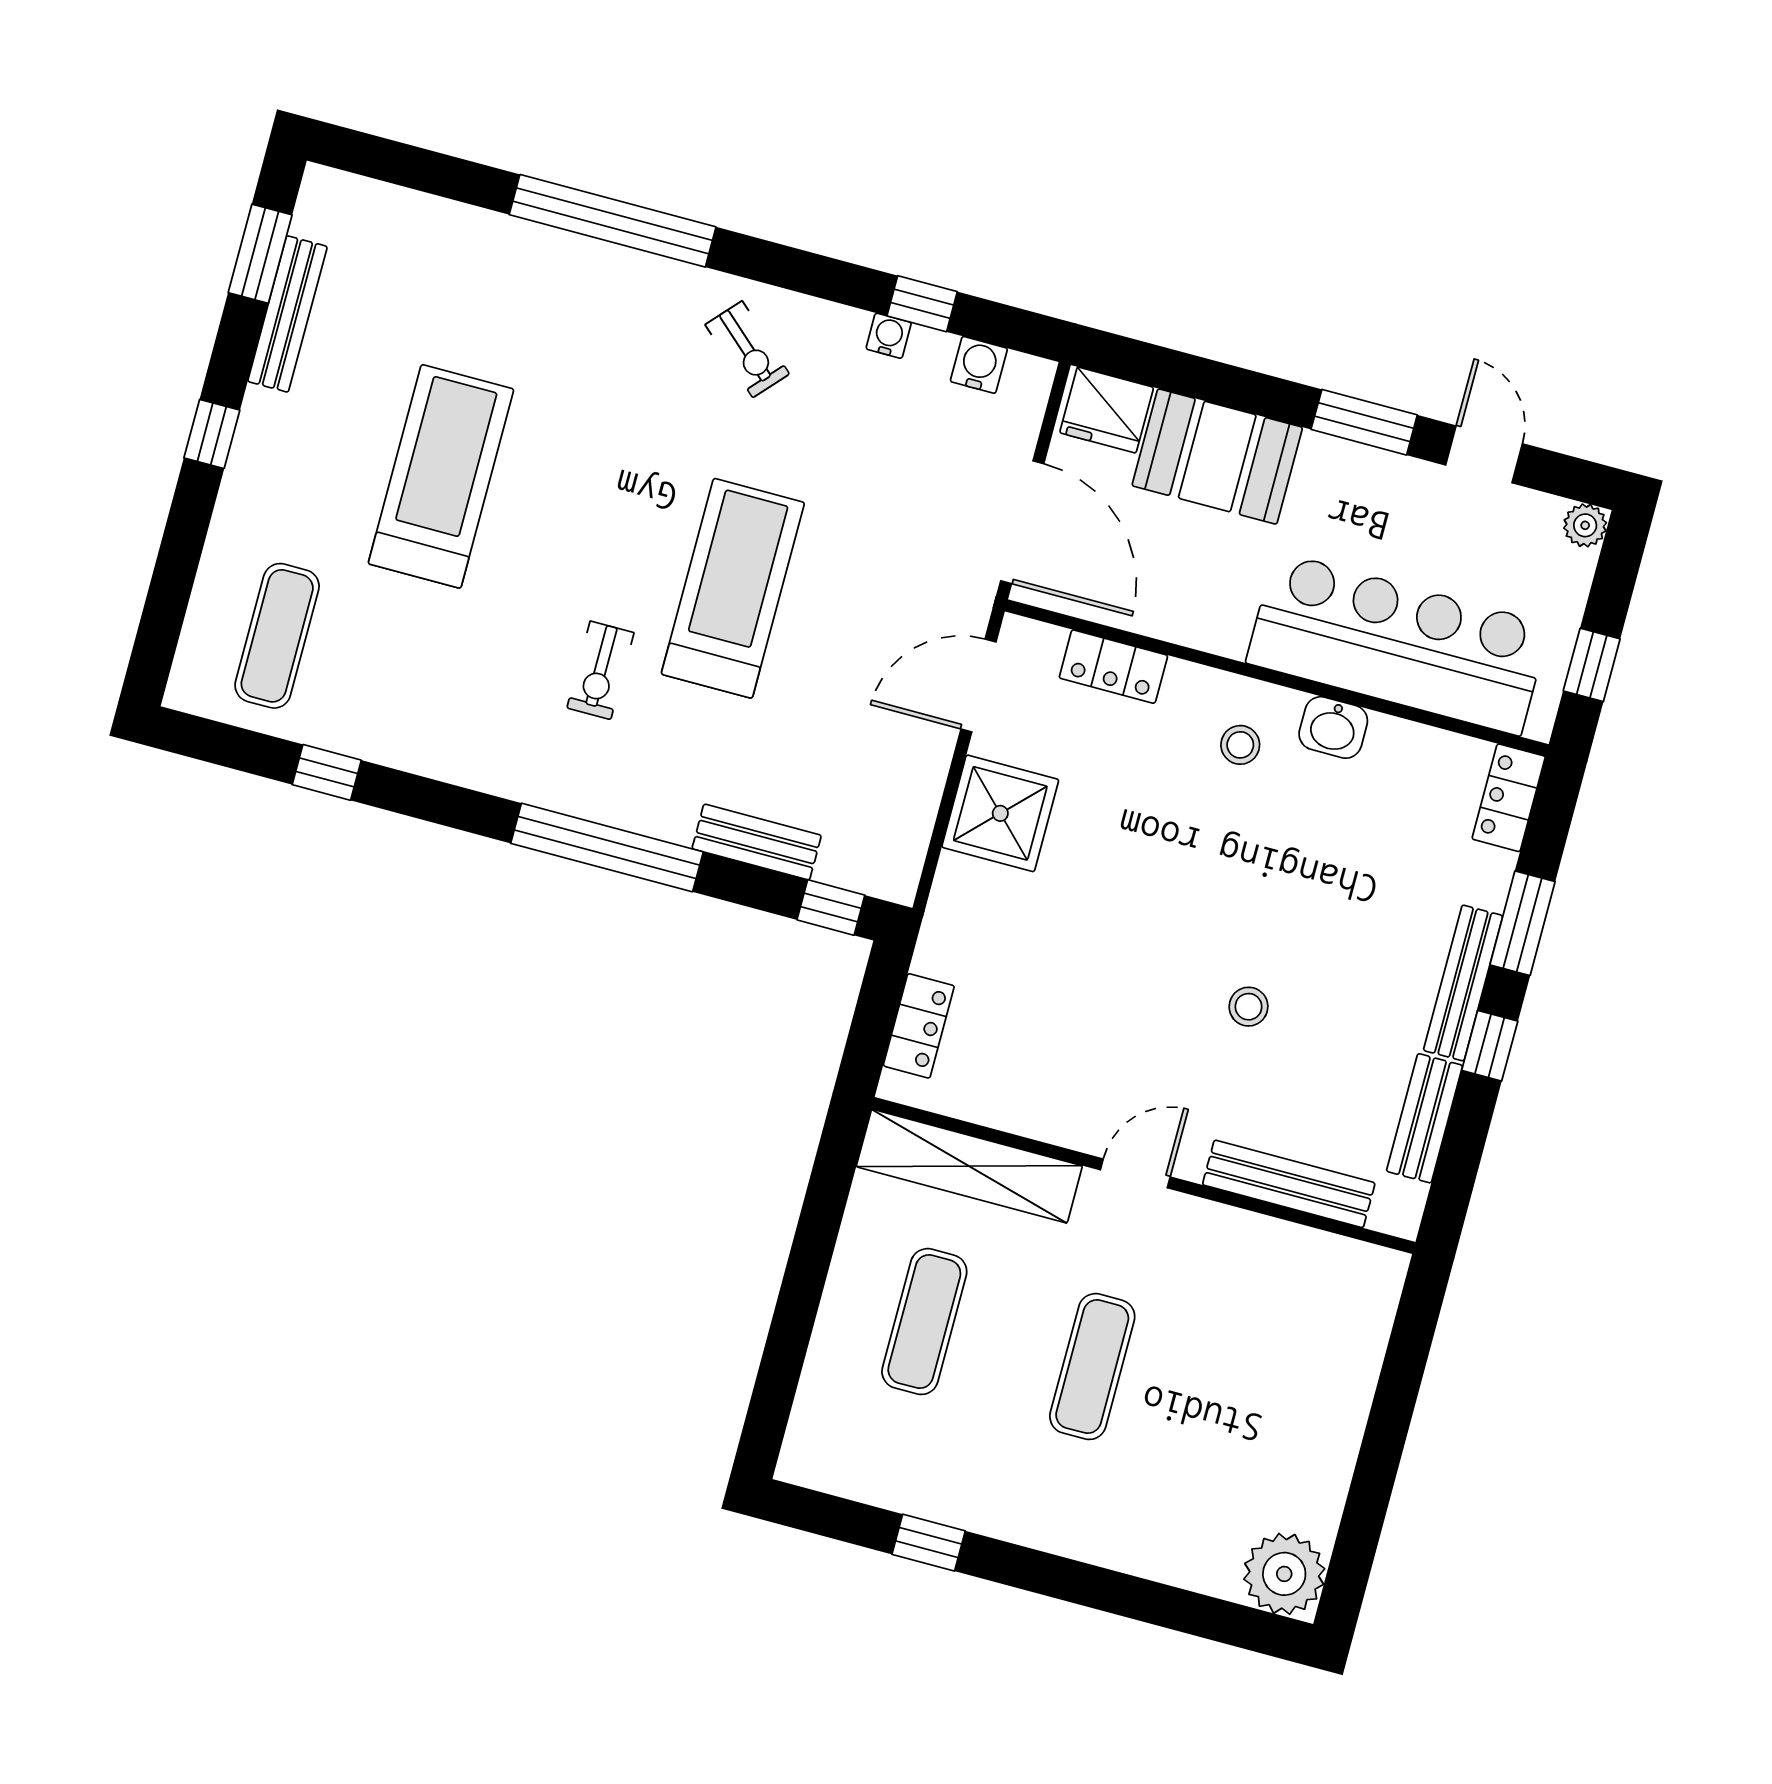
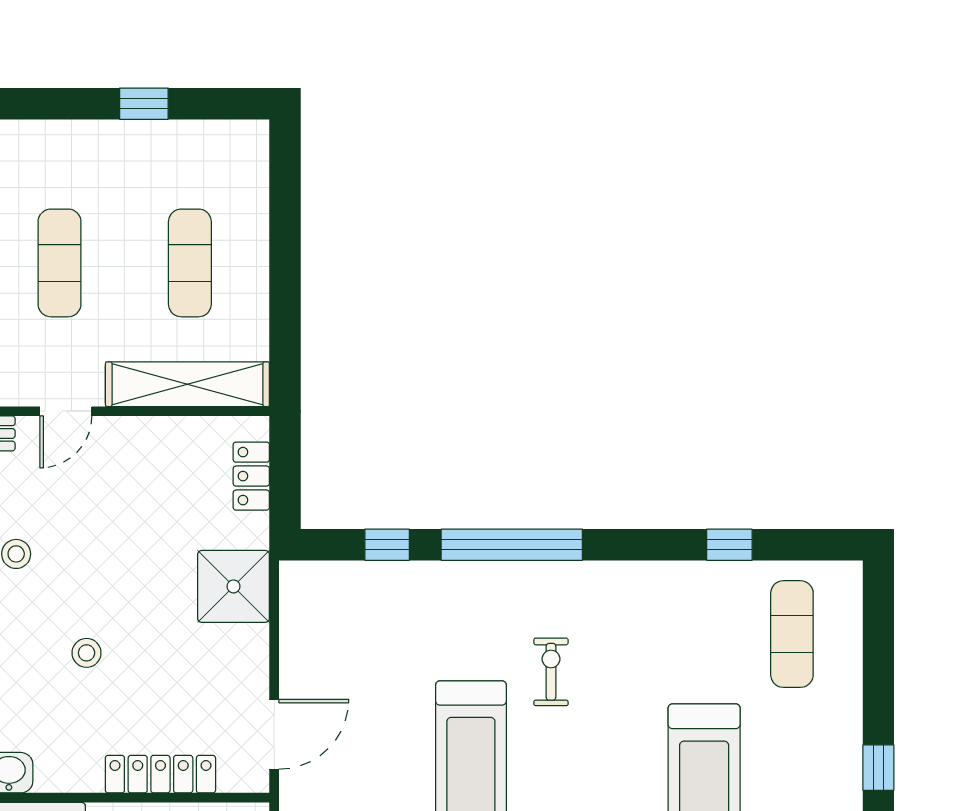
locker: (1113, 667) -> (160, 774), width x1.53
stool: (1240, 745) -> (87, 653), moved
shower: (1000, 813) -> (233, 586), moved
bench: (757, 842) -> (404, 578), removed
window: (831, 908) -> (387, 545), moved

